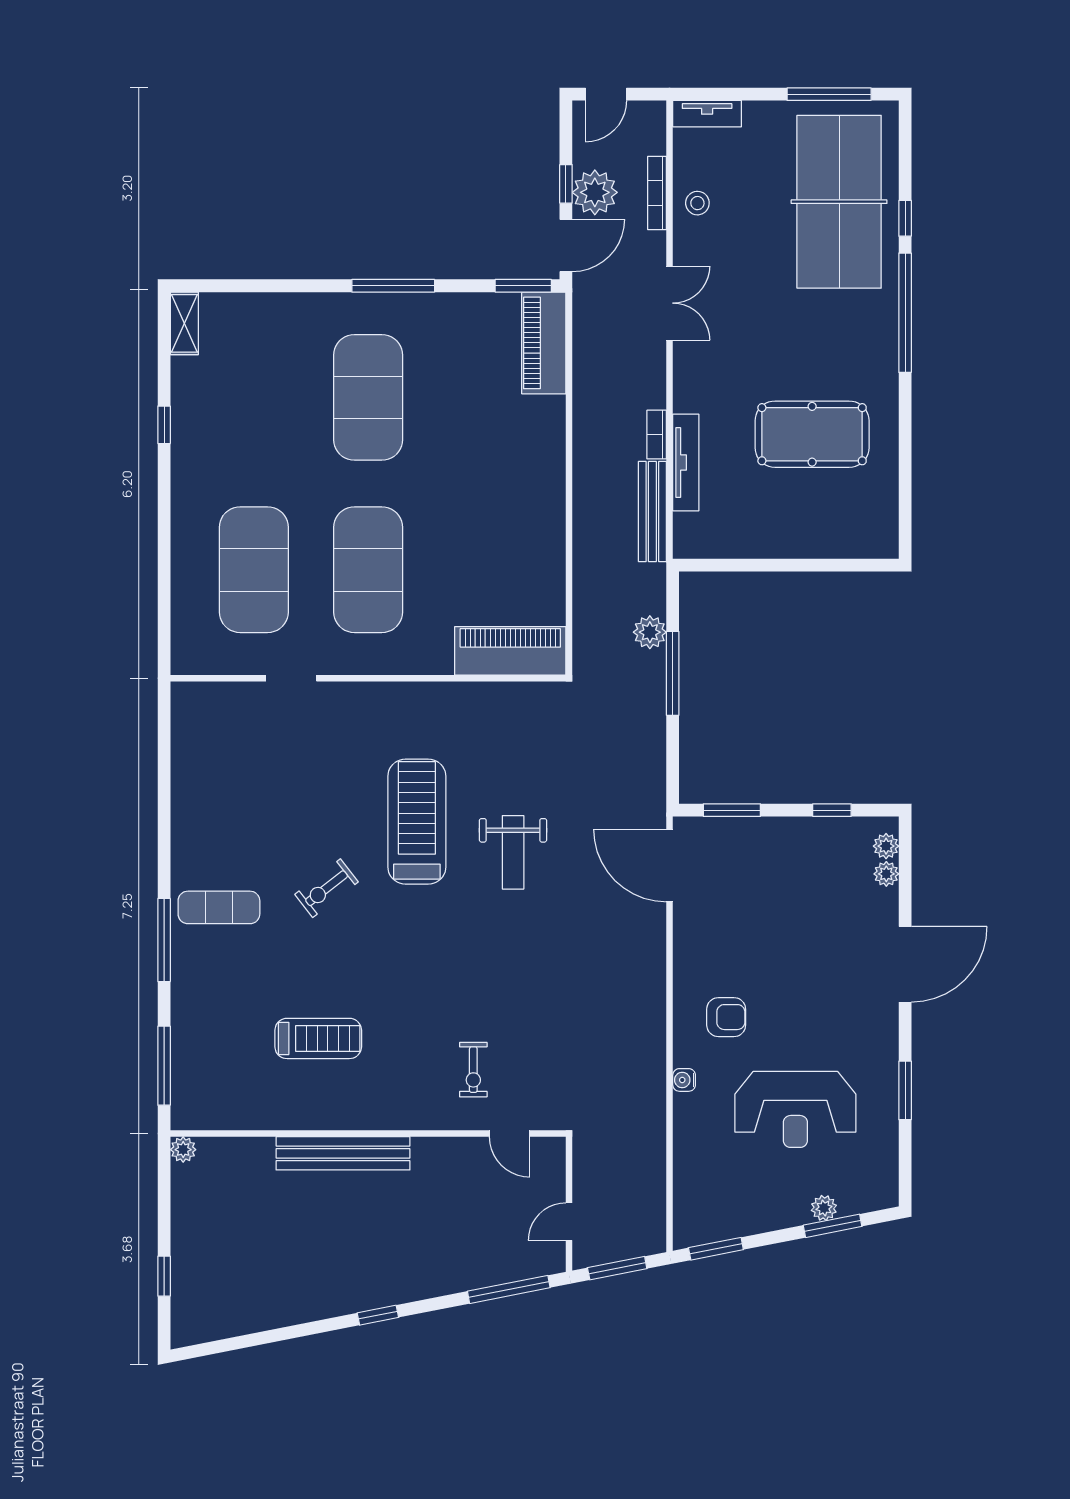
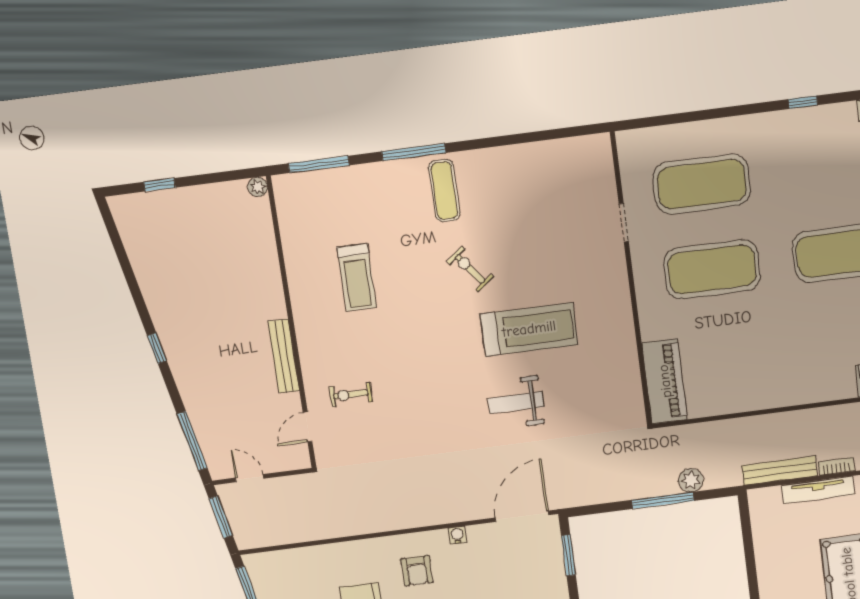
water cooler: (684, 1080) -> (457, 535), moved
bench: (343, 1153) -> (284, 356), moved, width x0.73, depth x0.82

